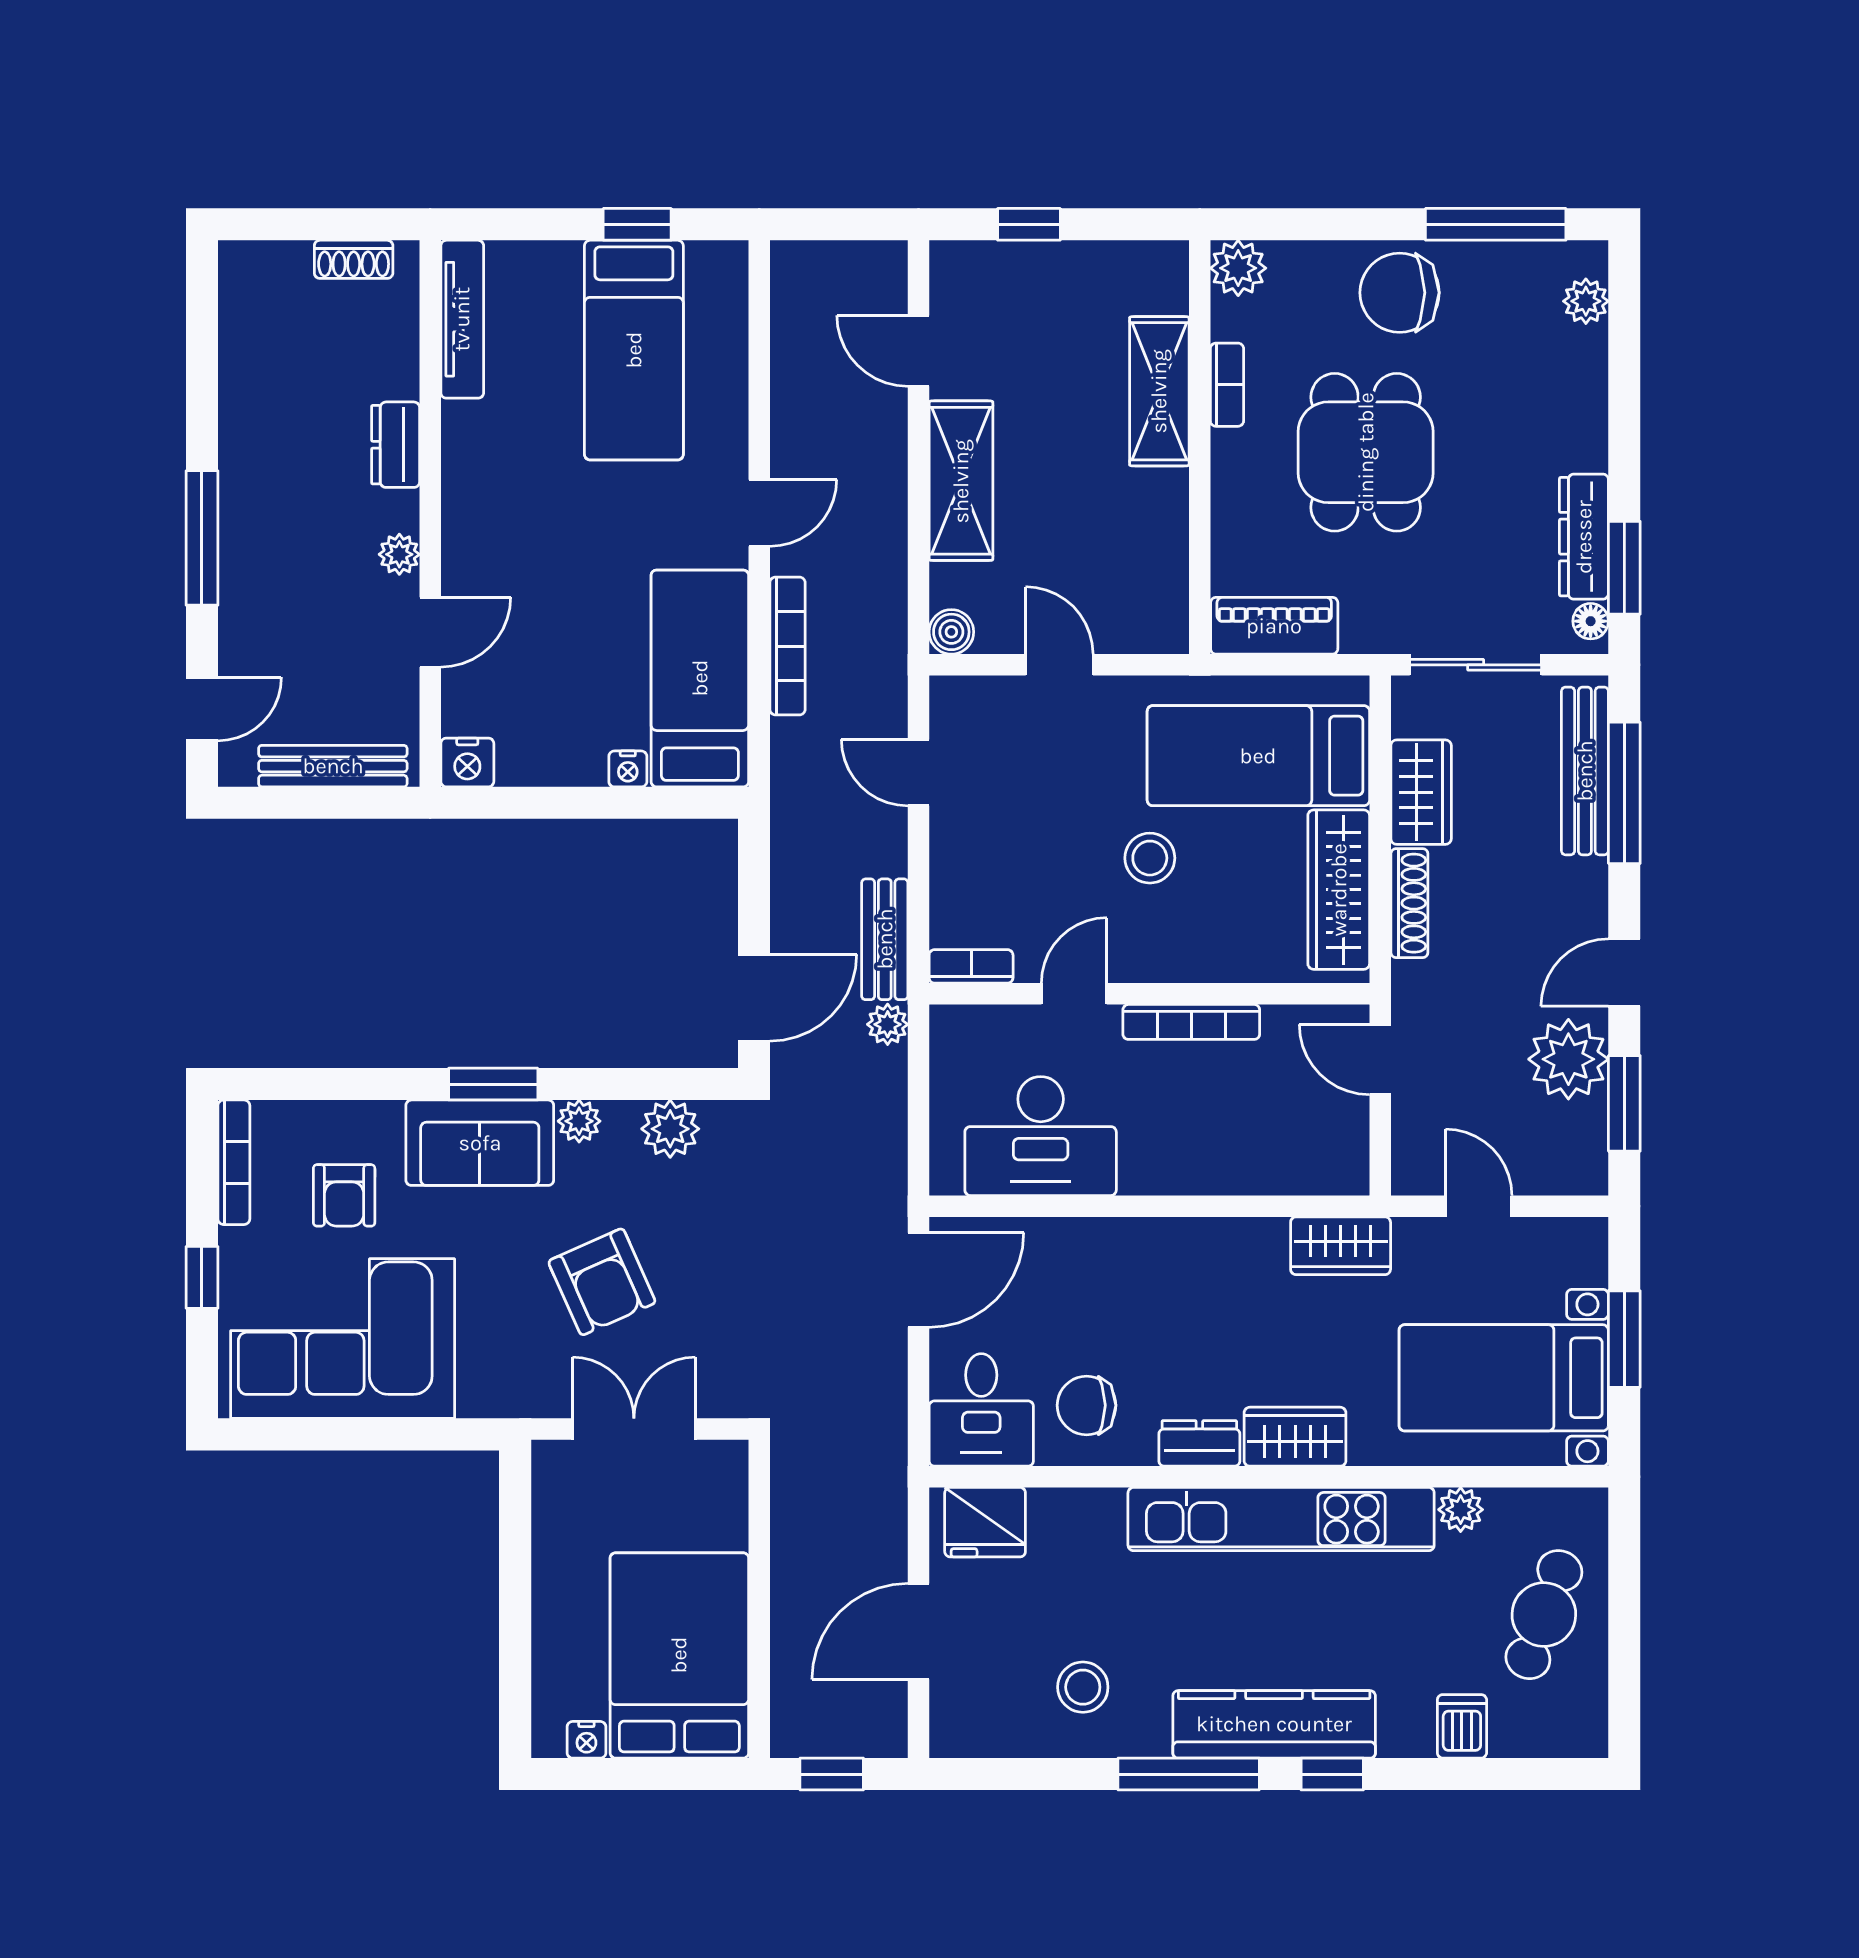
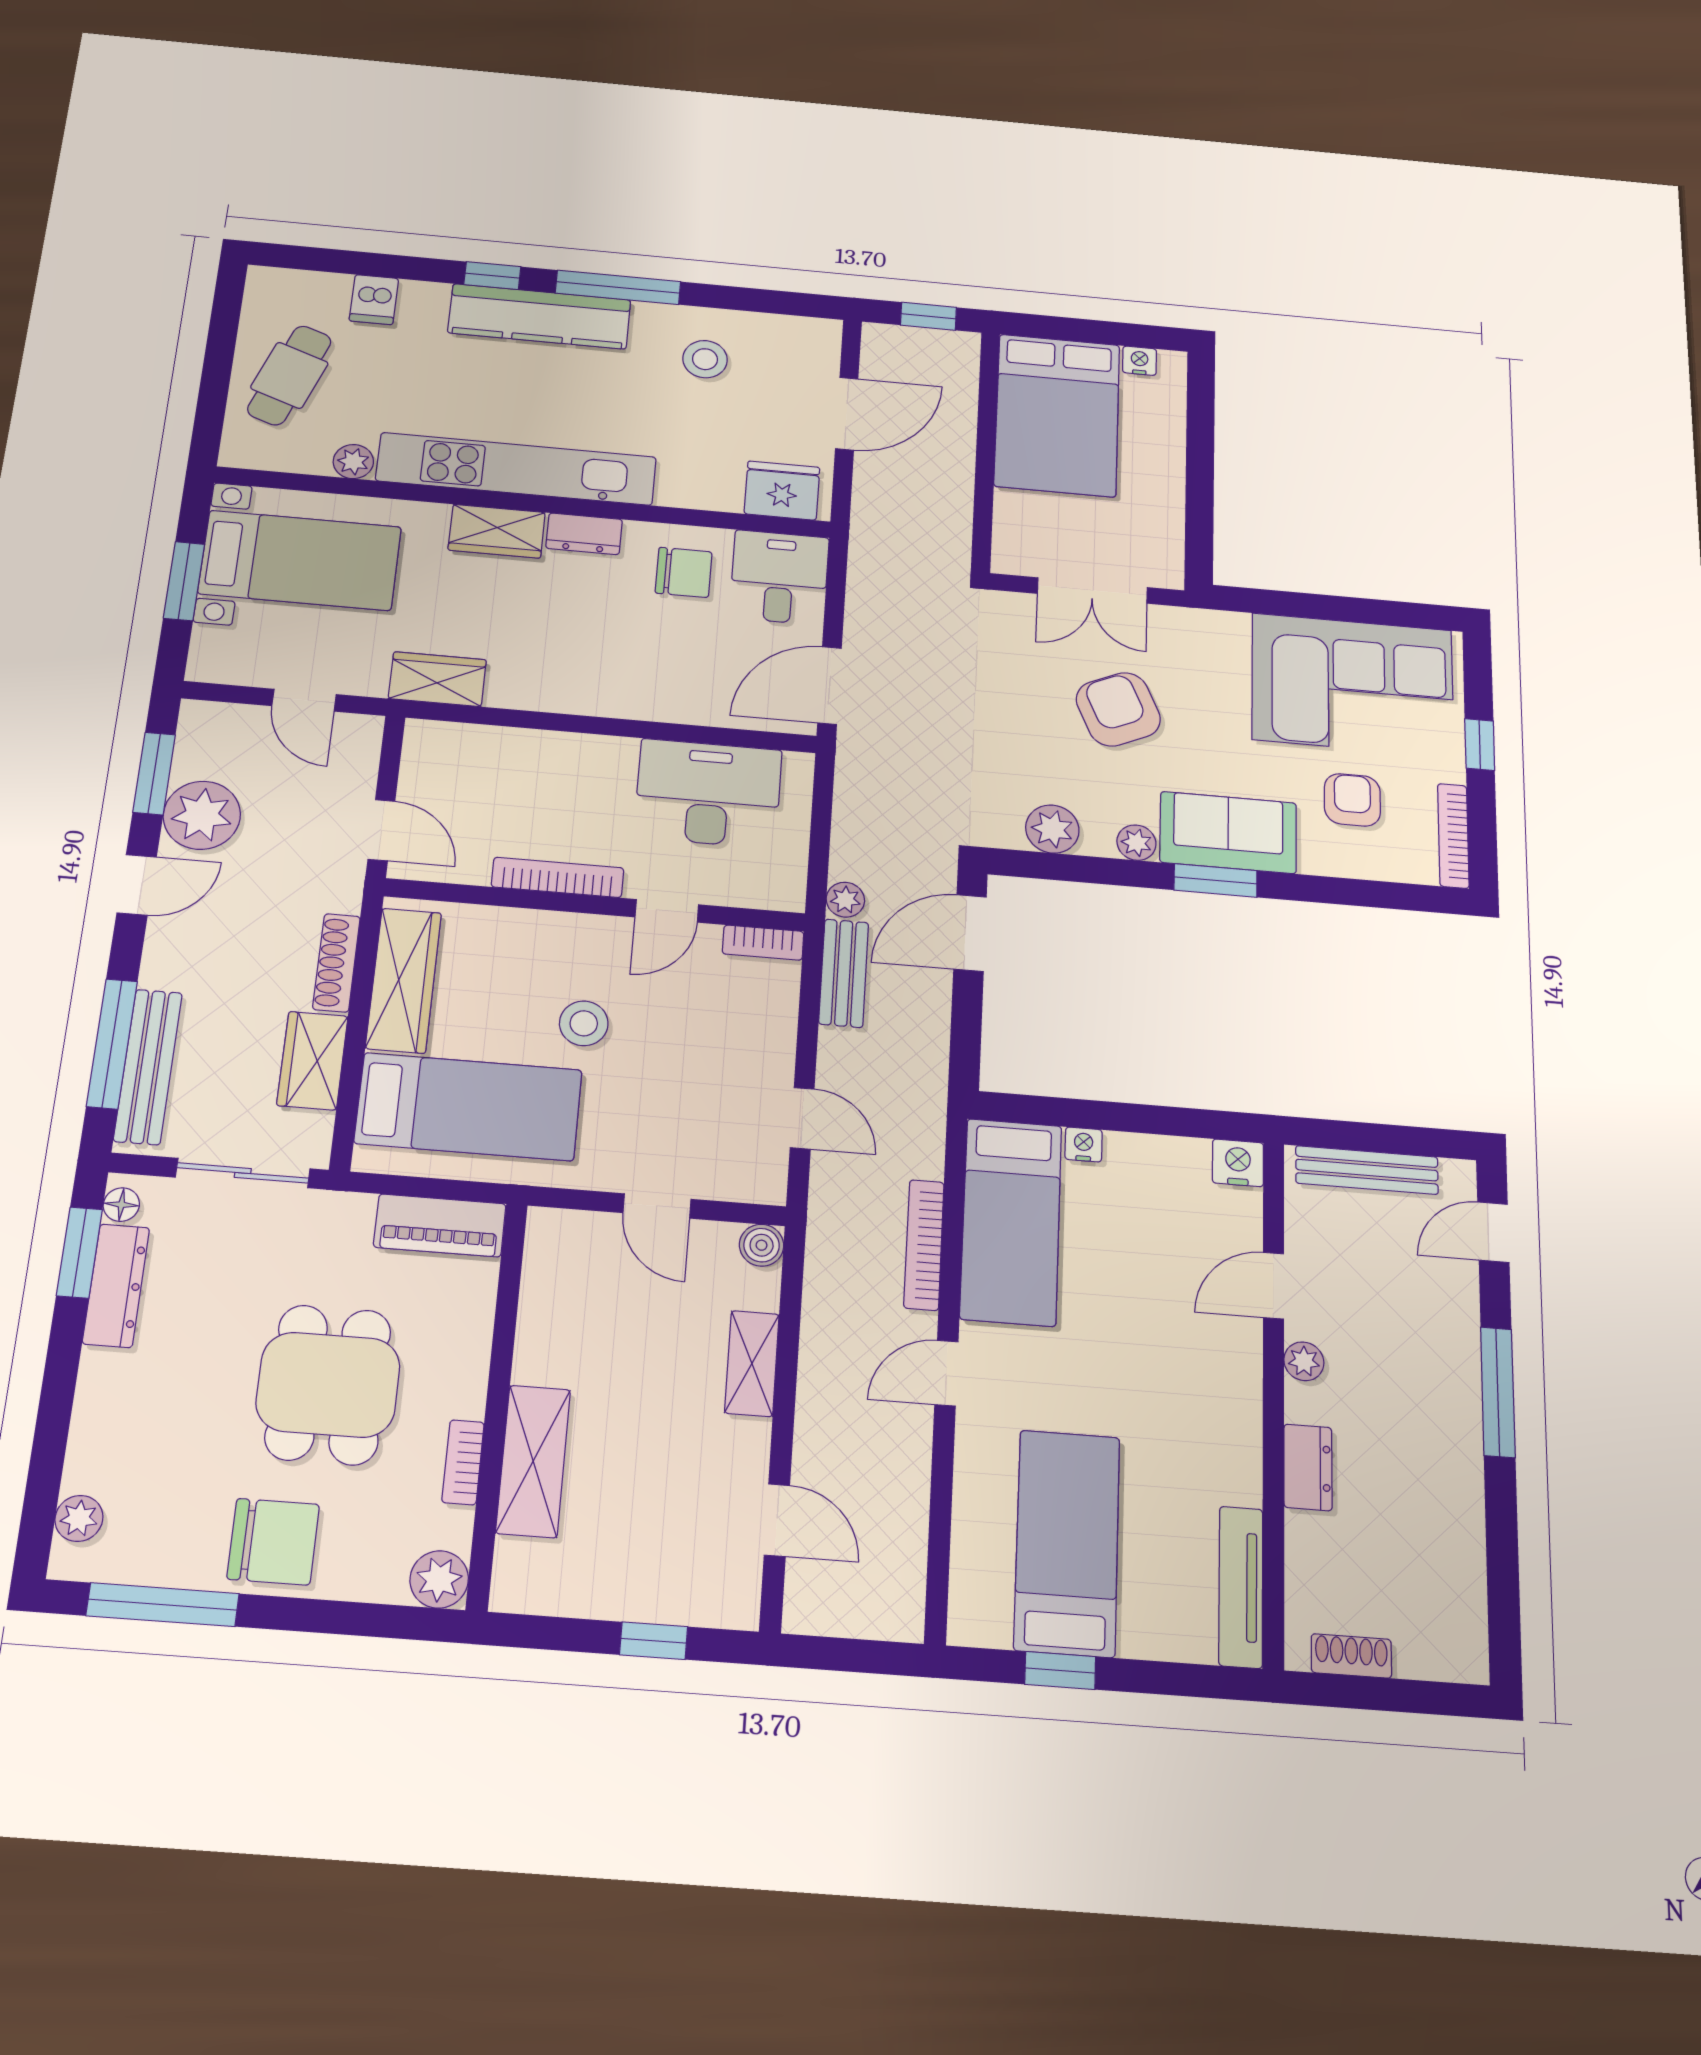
shelving: (961, 481) -> (752, 1363), width x0.67, depth x0.75

